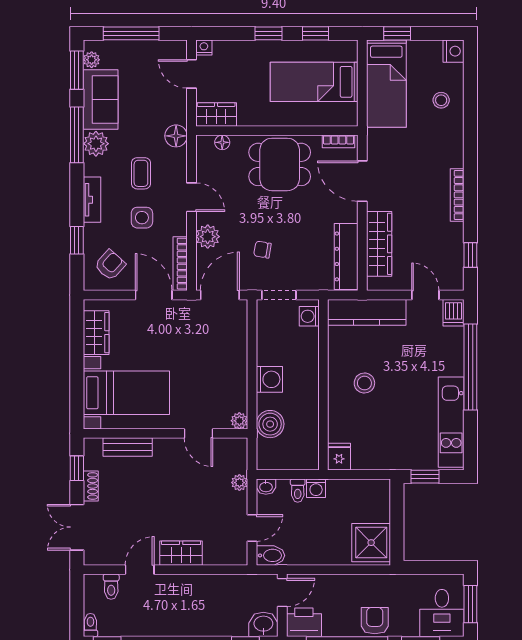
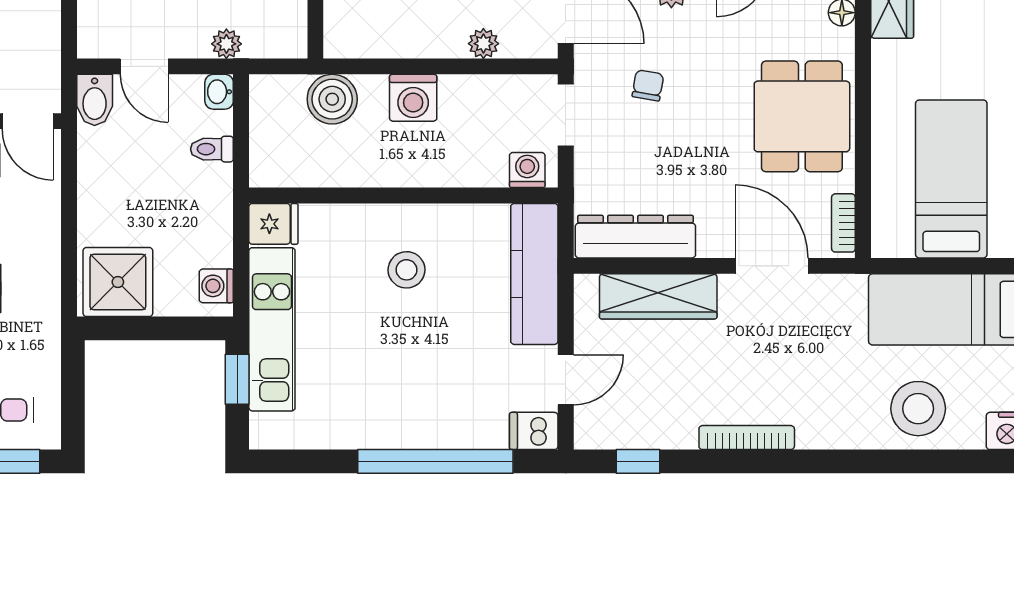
stool: (441, 100) -> (918, 409), width x1.89, depth x1.89
door: (362, 181) -> (772, 266), hinge flipped
plant: (239, 421) -> (483, 44), moved
kitchen unit: (451, 422) -> (272, 329), moved, turned 90
washing machine: (316, 488) -> (216, 286), moved

